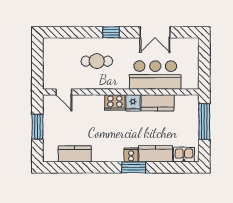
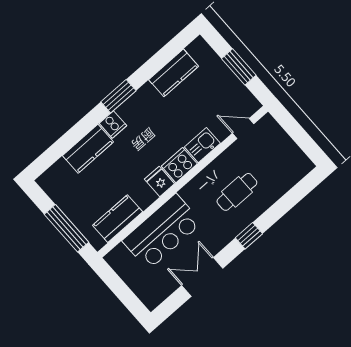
kitchen counter: (158, 103) -> (118, 219), moved
kitchen sink: (184, 155) -> (202, 145), moved, turned 180
window: (134, 167) -> (118, 96), moved

